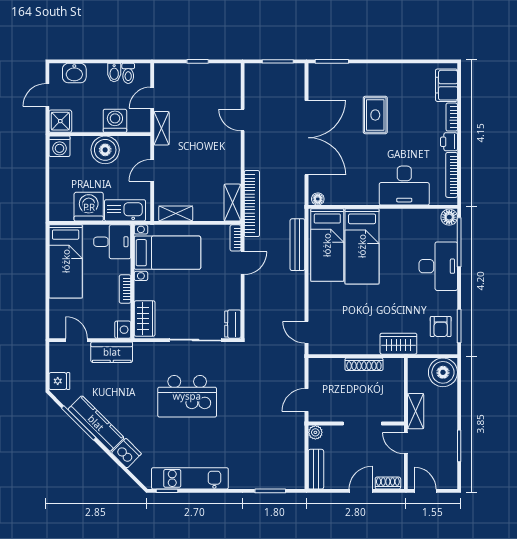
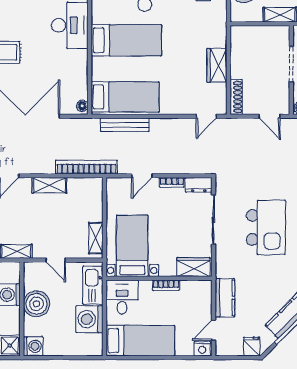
shelving: (232, 203) -> (49, 185), moved
bookcase: (236, 238) -> (172, 182), moved
bed: (362, 246) -> (126, 40), moved
door: (243, 263) -> (142, 176), swing flipped
nightstand: (123, 330) -> (202, 349), moved, turned 180
wardrobe: (398, 344) -> (217, 65), moved
shoe rack: (364, 364) -> (236, 97), moved

